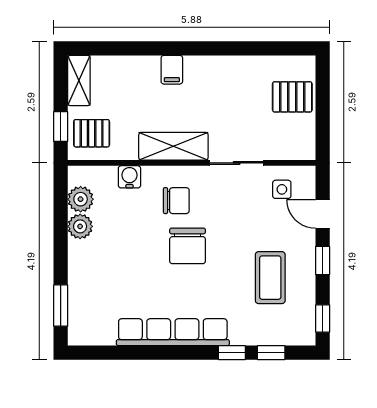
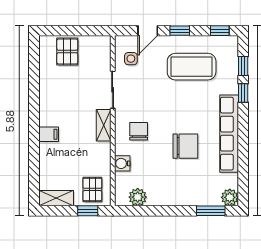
shelving: (173, 146) -> (104, 125), width x0.67, depth x0.75
plant: (80, 226) -> (230, 197), moved
chair: (188, 246) -> (185, 146), moved
coffee table: (270, 278) -> (192, 67), width x1.36, depth x1.32

